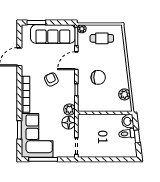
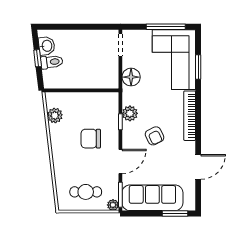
plant: (69, 109) -> (130, 113), moved
washbasin: (128, 121) -> (47, 46), moved

